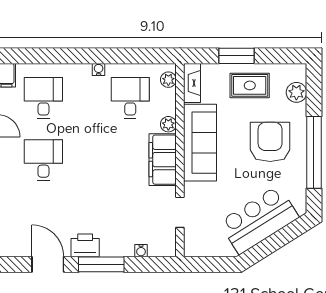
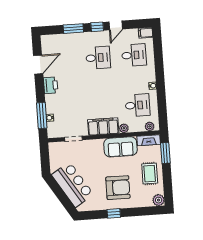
window: (236, 56) -> (165, 153), moved
plant: (296, 92) -> (159, 200), moved
sofa: (200, 143) -> (120, 147), width x0.73
window: (314, 152) -> (114, 213), width x0.32
window: (101, 264) -> (42, 115), moved

